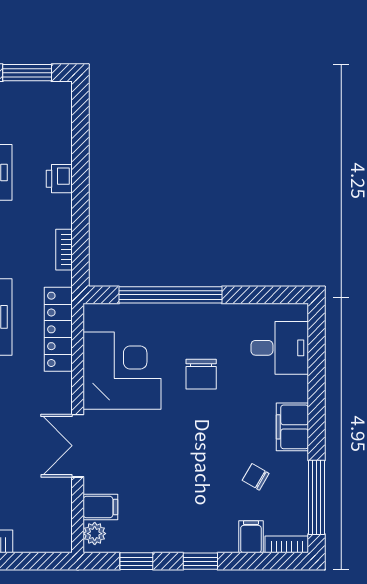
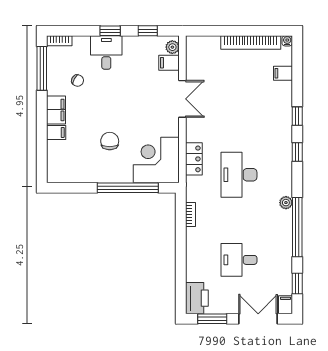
printer: (59, 179) -> (197, 298), moved, width x1.87, depth x1.48
locker: (58, 329) -> (194, 159), width x0.66
desk: (280, 348) -> (106, 53), moved, turned 90
corner desk: (122, 371) -> (156, 160), moved, turned 90
filing cabinet: (251, 537) -> (56, 132), moved, turned -90

